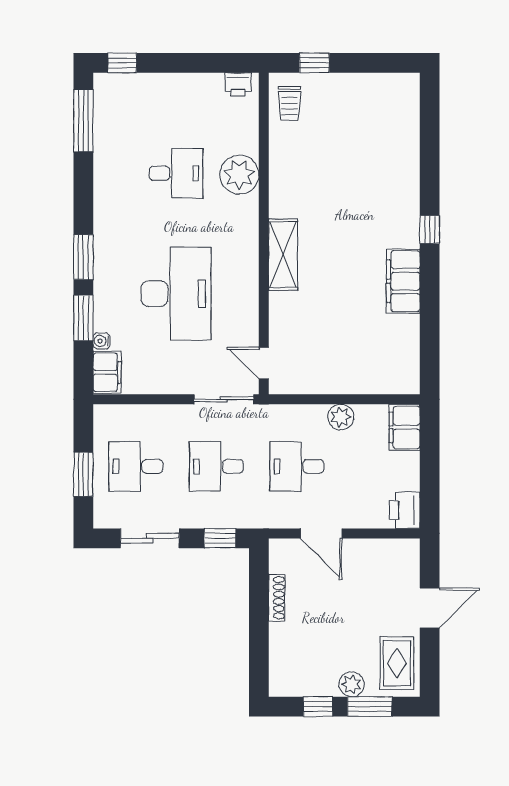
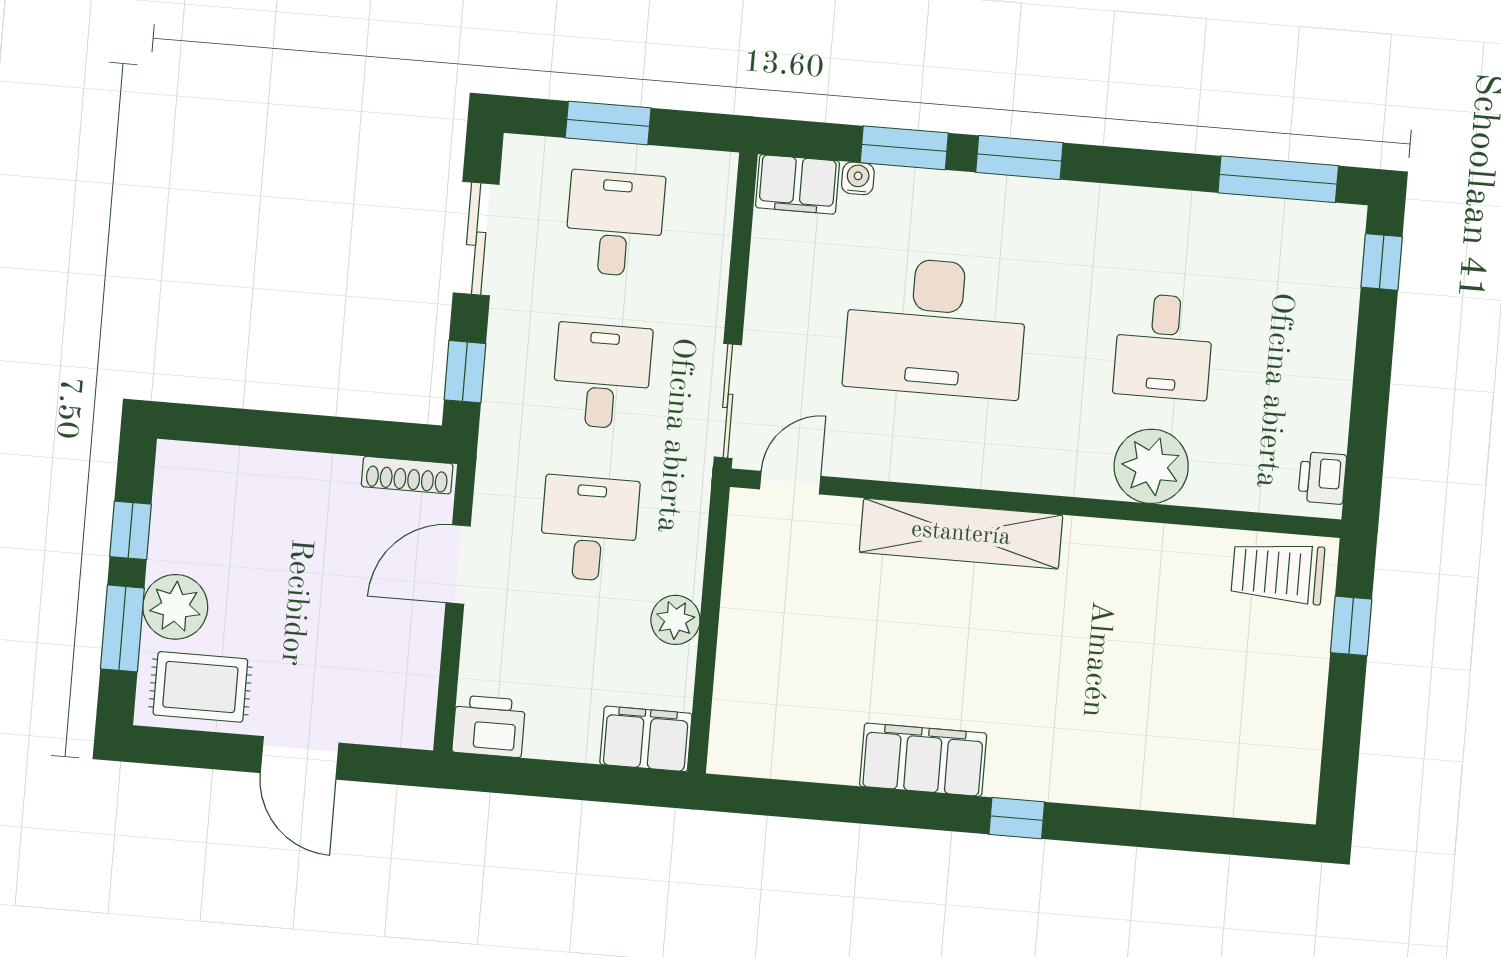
trolley: (289, 104) -> (1278, 573), width x1.36, depth x1.39
shelving: (283, 255) -> (961, 534), width x1.47
shoe rack: (277, 598) -> (407, 475), moved
plant: (351, 684) -> (175, 607), width x1.36, depth x1.36

